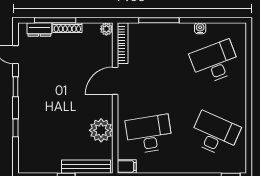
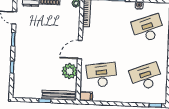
door: (115, 81) -> (80, 50), moved
desk: (215, 134) -> (146, 77), turned -45

